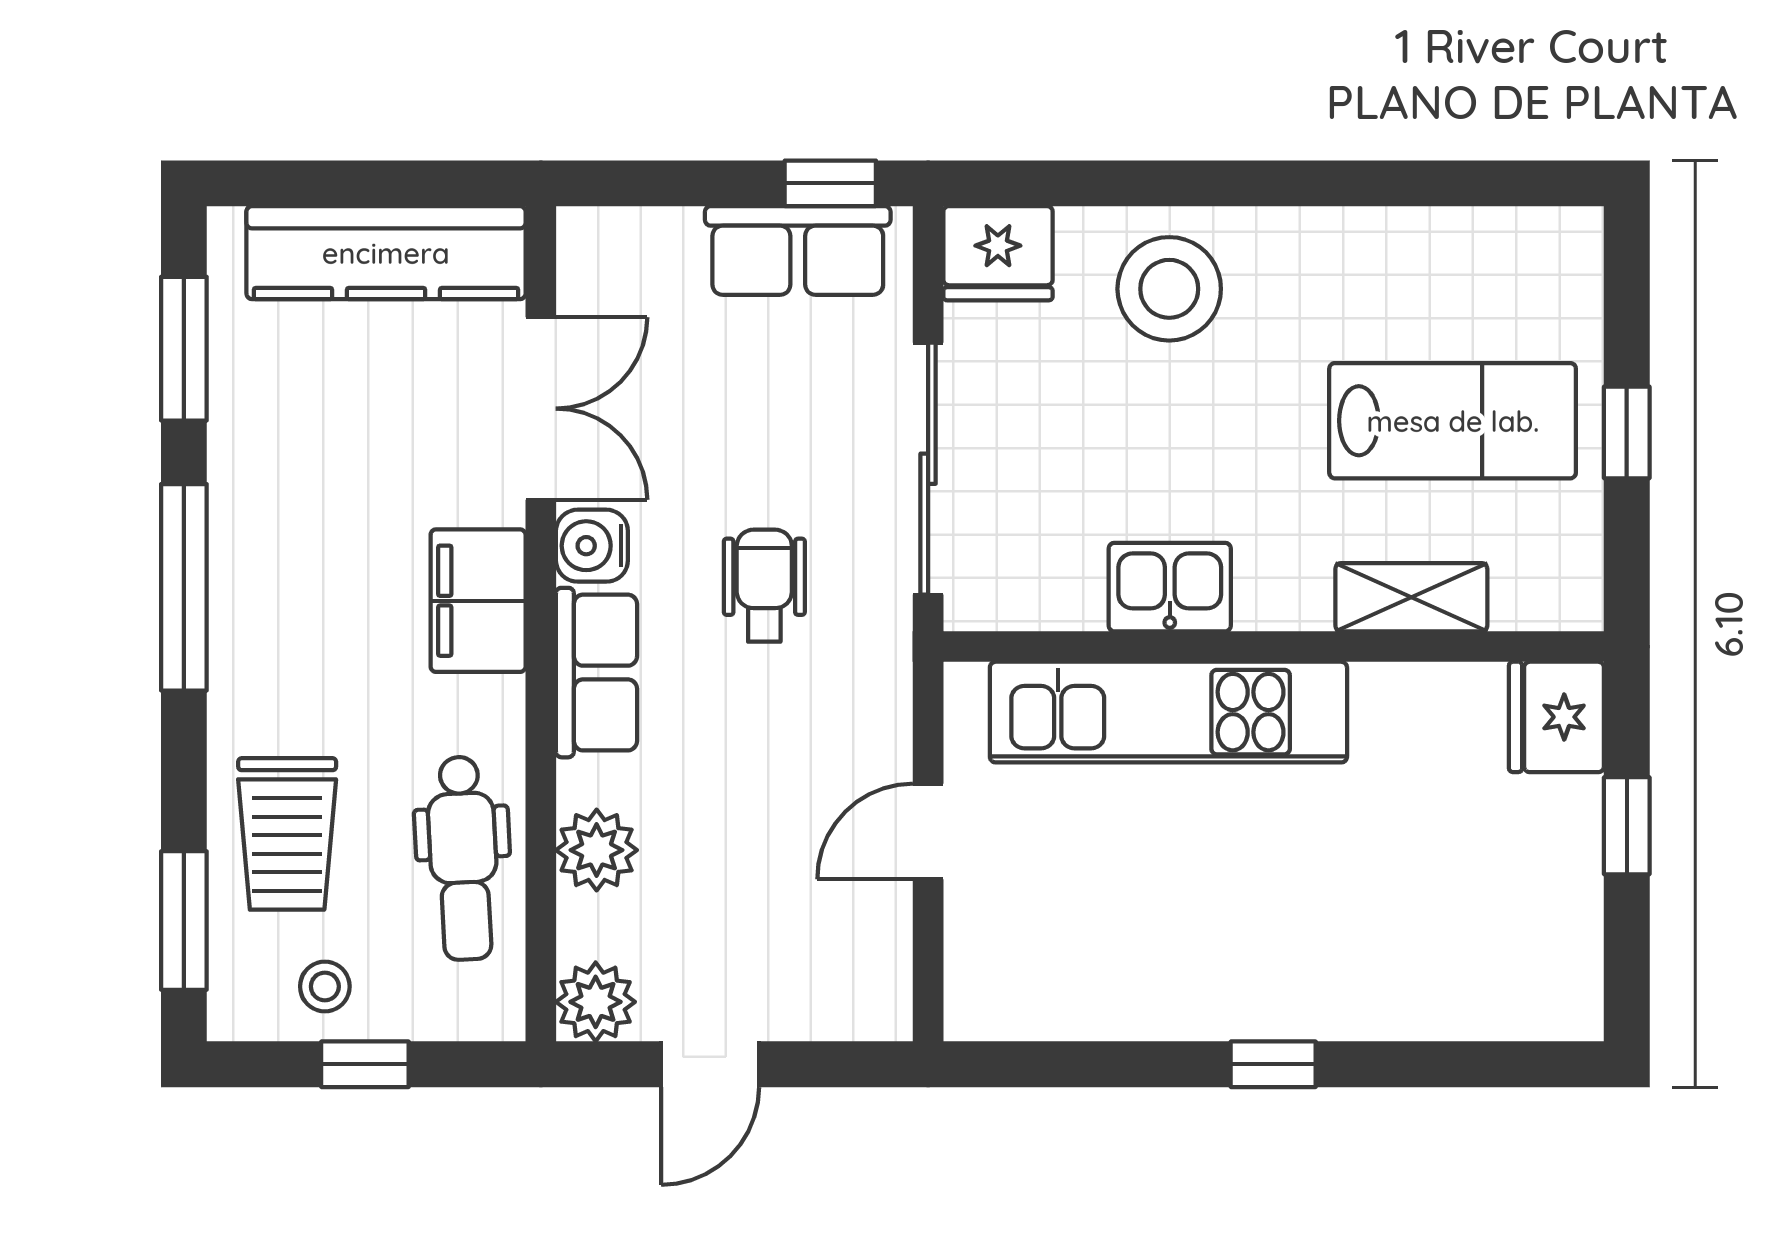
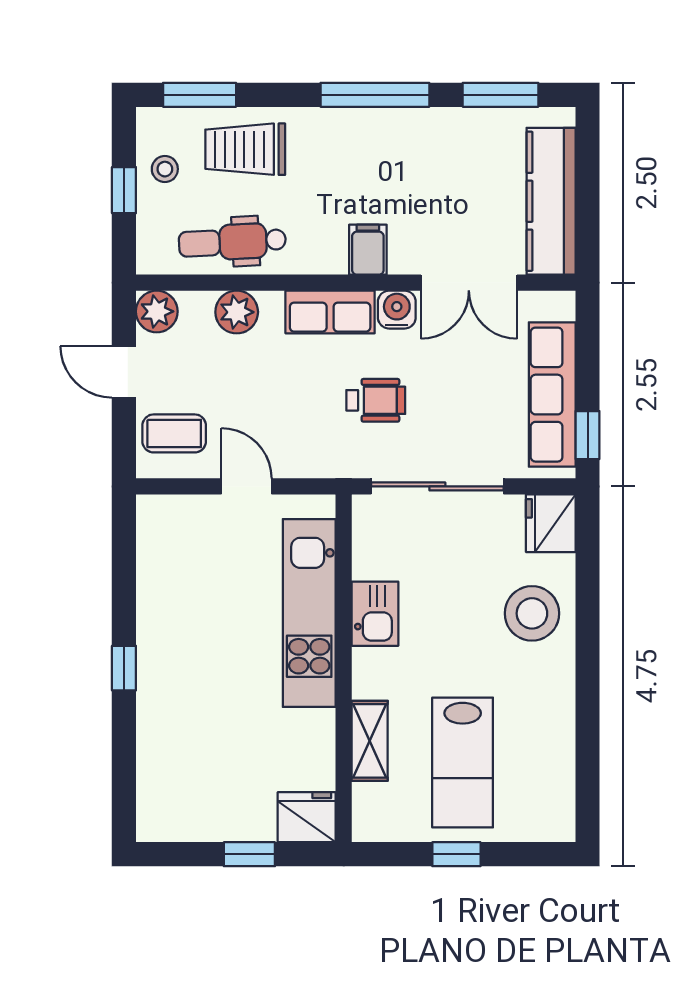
row of seats: (798, 250) -> (552, 395), width x1.48
filing cabinet: (478, 601) -> (368, 250), width x0.50
coffee table: (827, 969) -> (174, 433), added

